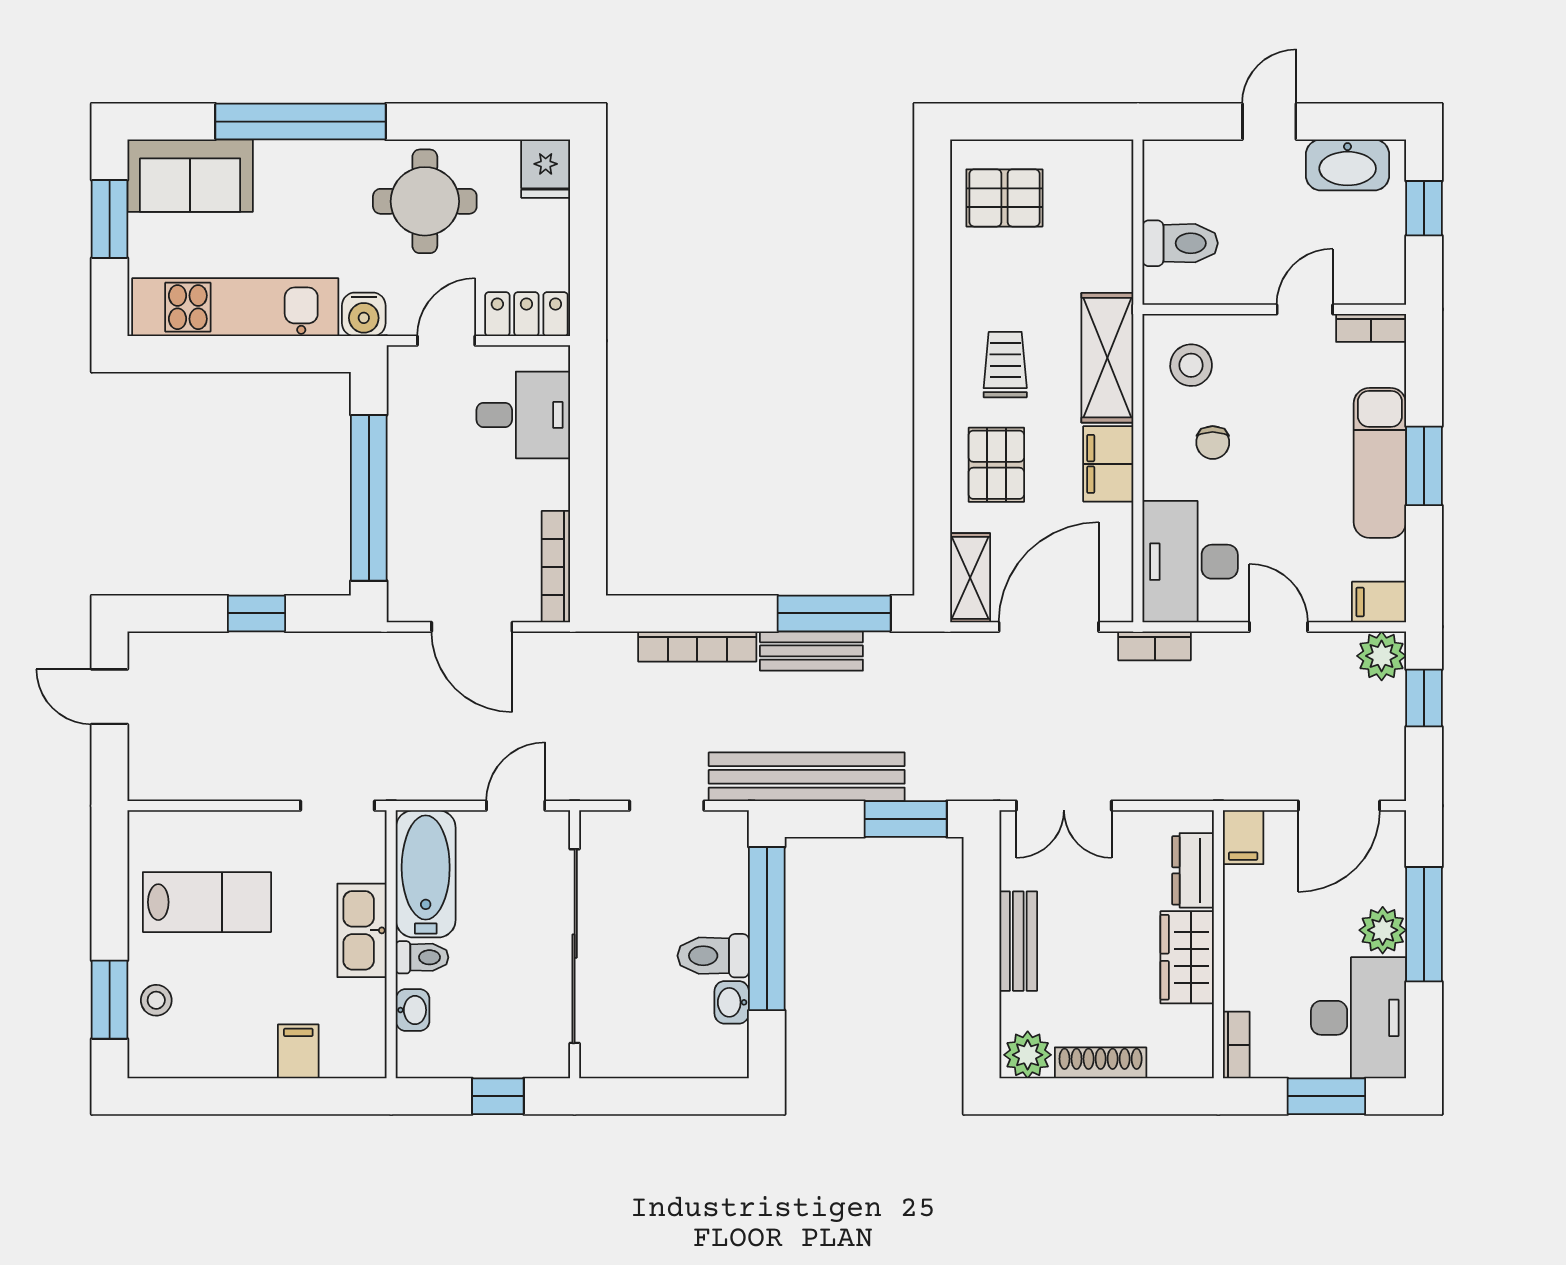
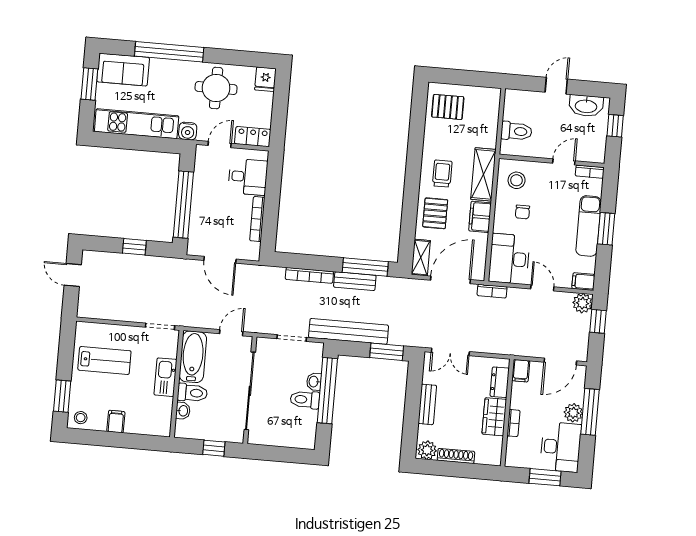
bookcase: (556, 567) -> (257, 219), moved
toilet: (422, 957) -> (192, 393), width x1.37, depth x1.39
stool: (156, 1000) -> (81, 418), moved
washbasin: (732, 1002) -> (314, 382), moved
bookcase: (1236, 1045) -> (513, 423), moved
filing cabinet: (298, 1051) -> (116, 422), moved

